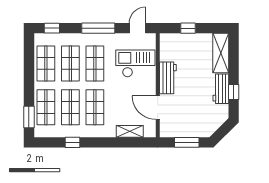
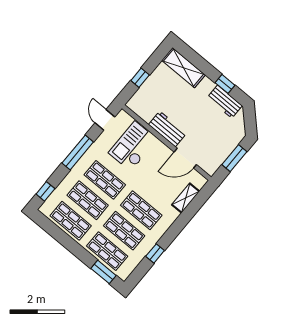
workbench: (221, 89) -> (225, 102), moved

